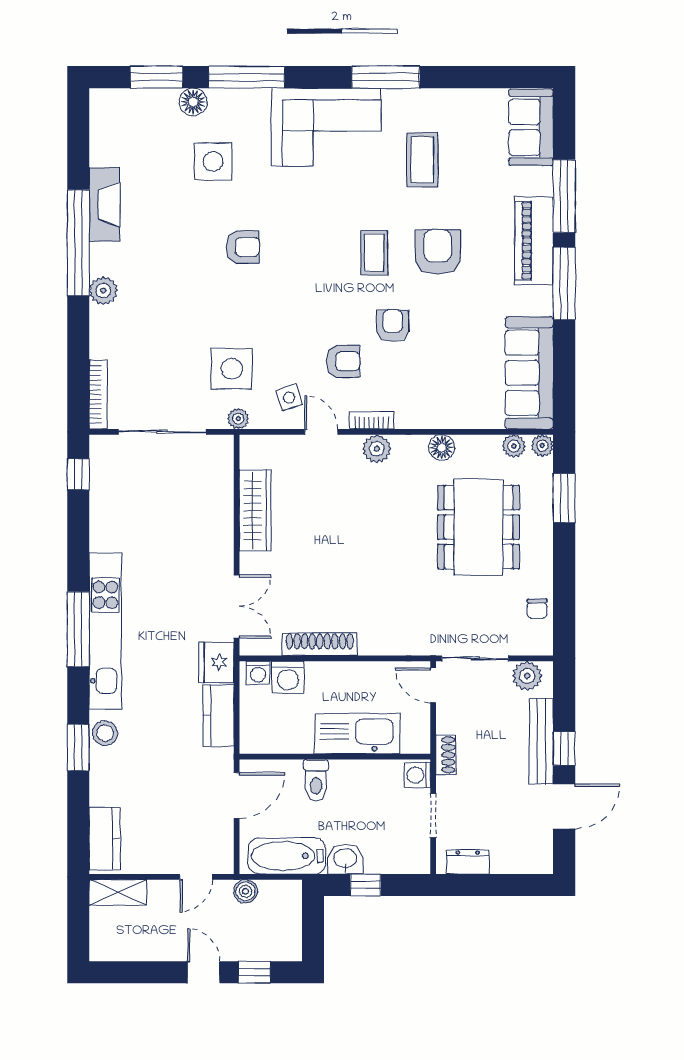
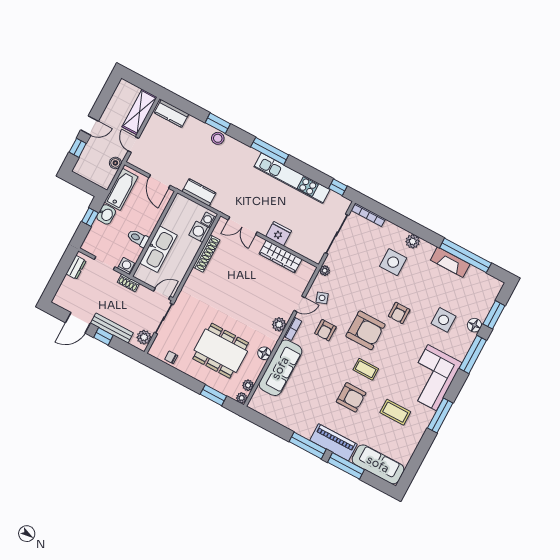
sofa: (531, 127) -> (378, 464), width x1.36
window: (78, 243) -> (465, 255), moved
armchair: (393, 326) -> (366, 330), moved, width x1.88, depth x1.88
side table: (232, 369) -> (393, 262), moved
sofa: (529, 373) -> (280, 368), moved, turned 90
kitchen unit: (105, 631) -> (292, 178), moved
fridge: (216, 662) -> (279, 234), moved
toilet: (316, 780) -> (138, 238), moved
door: (564, 806) -> (78, 323), hinge flipped
shelving: (118, 892) -> (140, 112), width x1.50, depth x1.33

